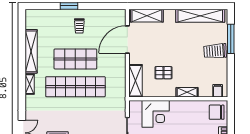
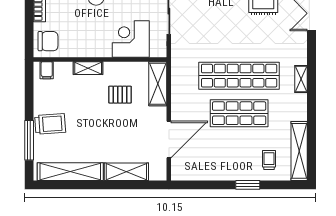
shelving: (147, 16) -> (126, 172), moved
trolley: (79, 26) -> (269, 160), moved
shelving: (31, 51) -> (299, 151), moved

